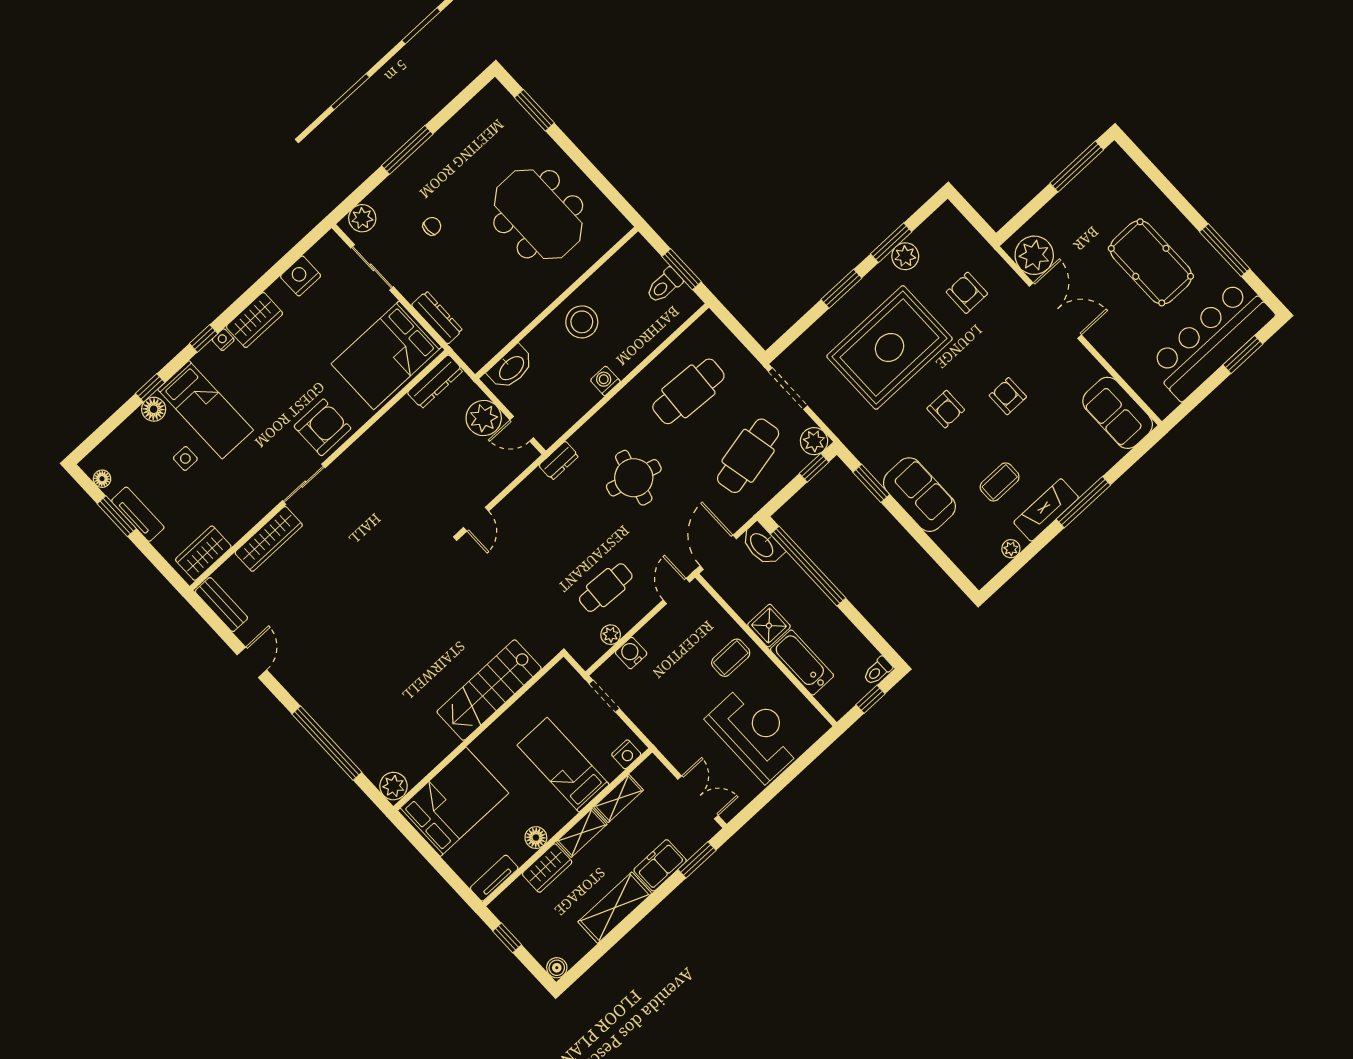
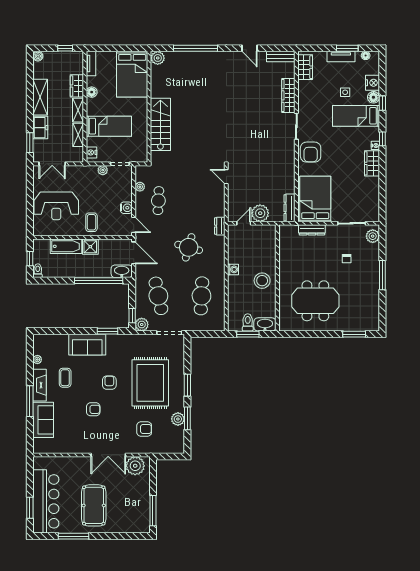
pool table: (1151, 262) -> (94, 505), turned 90
nightstand: (301, 276) -> (372, 83), moved
washbasin: (511, 368) -> (265, 324), moved, turned 90
armchair: (946, 409) -> (109, 383), turned 90
sofa: (1118, 413) -> (43, 420), moved, turned 90
water cooler: (631, 653) -> (126, 208), moved
plant: (637, 713) -> (103, 170), added

